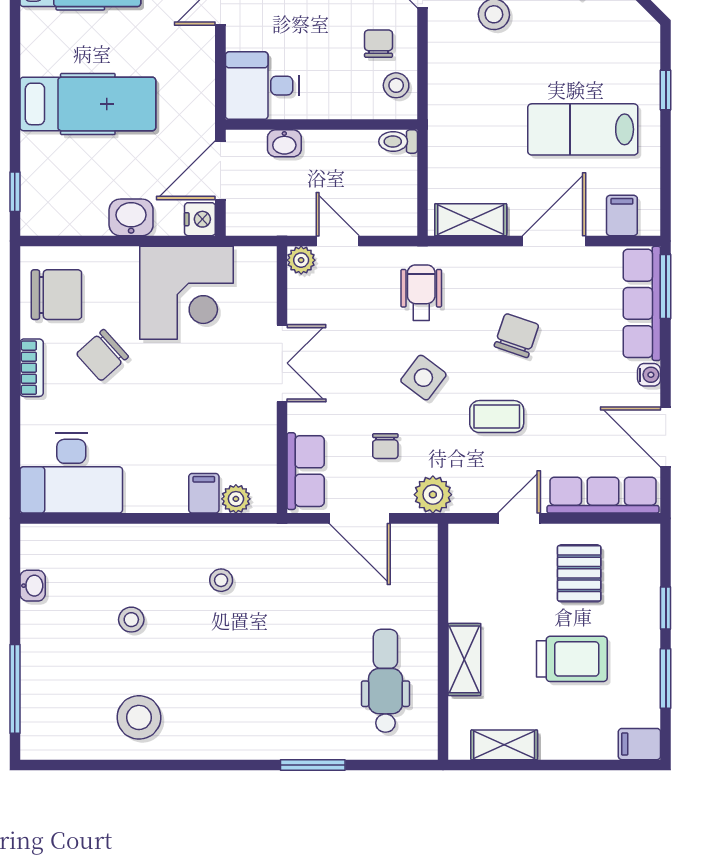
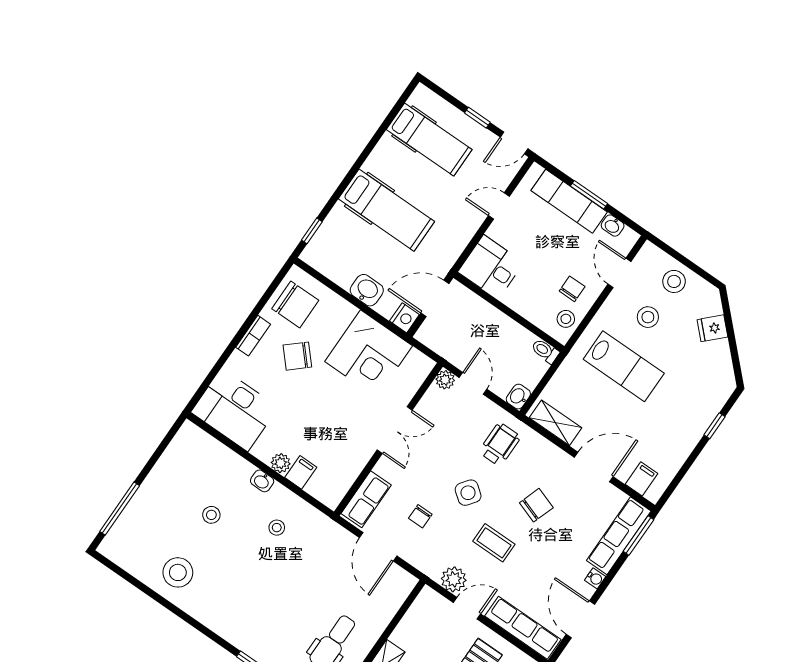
lab bench: (583, 129) -> (624, 366), moved, turned 180
washbasin: (284, 143) -> (518, 397), moved, turned 90
plant: (433, 495) -> (454, 579), moved
plant: (236, 499) -> (281, 463), moved
washbasin: (33, 586) -> (262, 481), moved, turned 90

